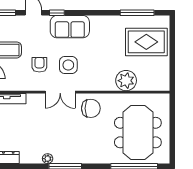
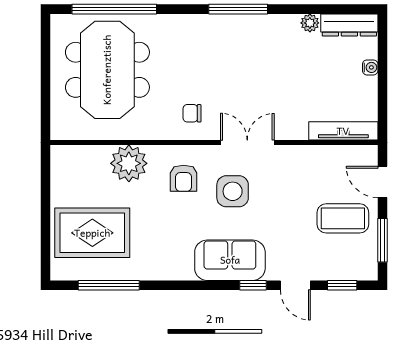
armchair: (39, 65) -> (184, 178), moved
chair: (91, 108) -> (192, 113), width x0.54, depth x0.54
plant: (48, 159) -> (310, 23), moved

